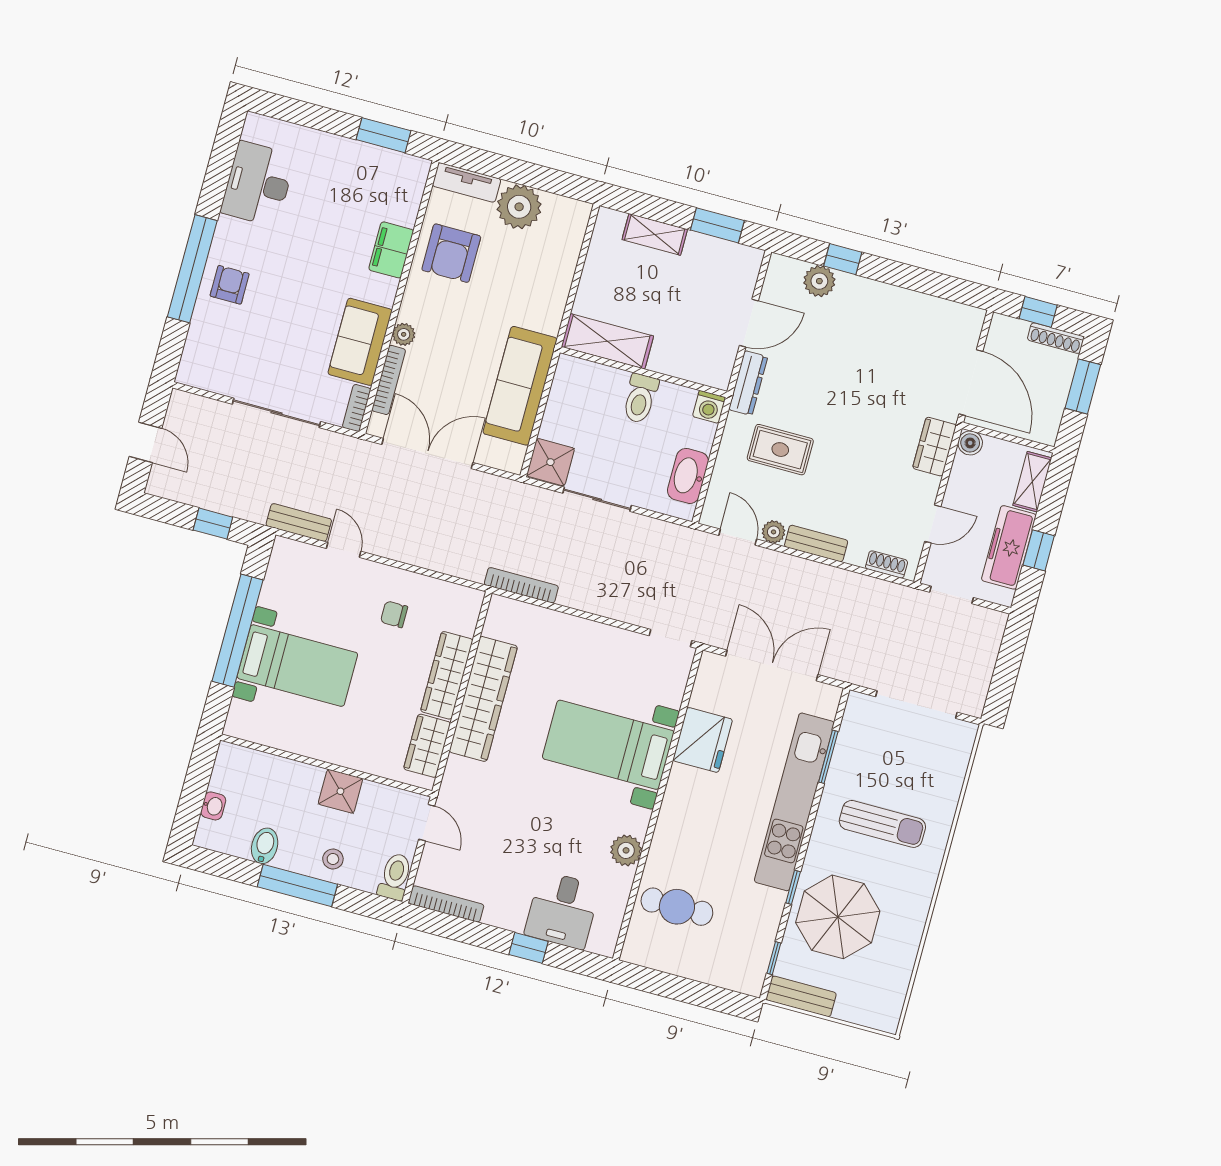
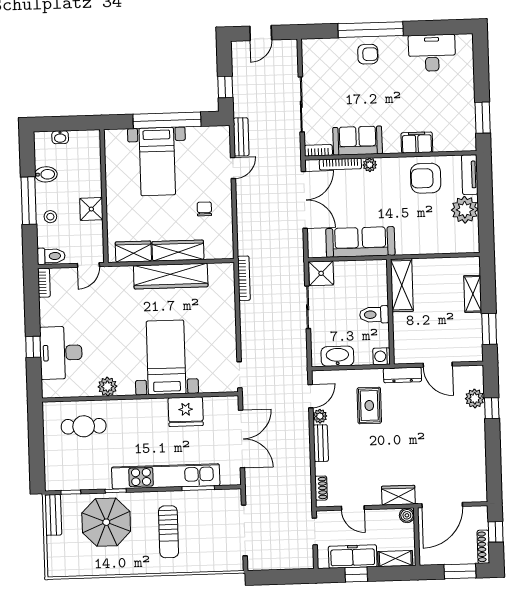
bookcase: (446, 904) -> (44, 283), width x0.64
cafe table: (677, 907) -> (84, 426), turned 90
desk: (562, 910) -> (61, 353), width x1.37

